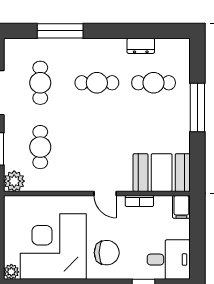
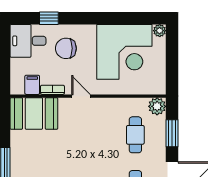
filing cabinet: (181, 207) -> (32, 85), moved
chair: (107, 253) -> (66, 48), moved

